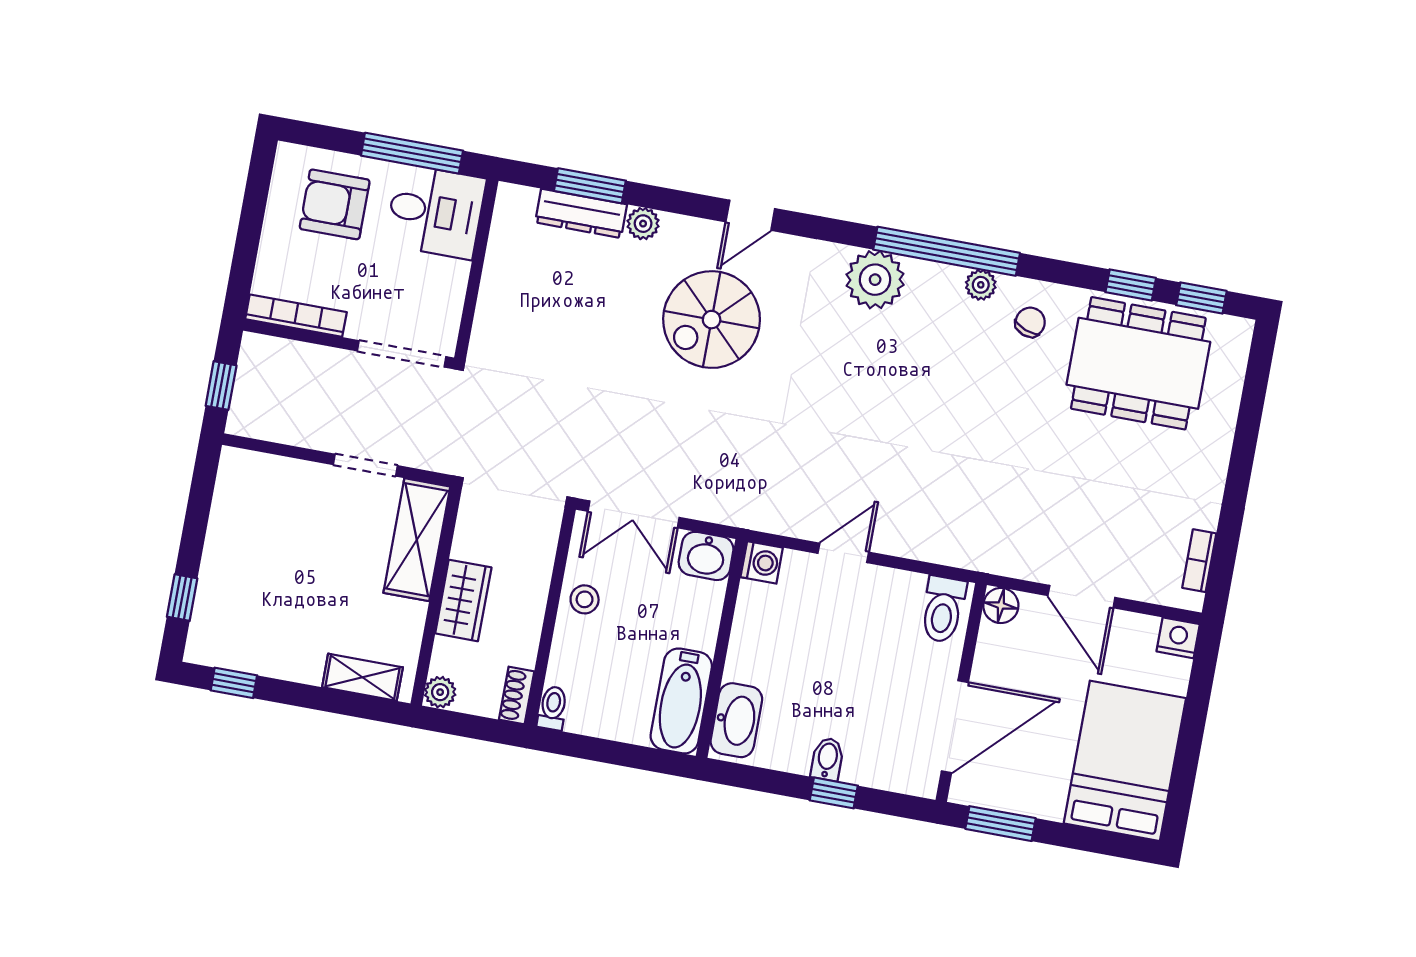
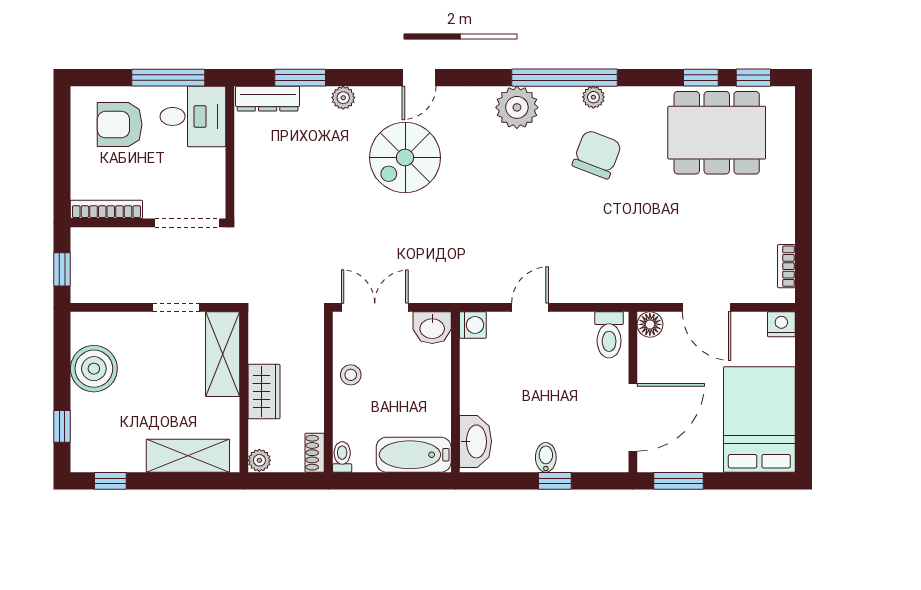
dresser: (581, 213) -> (268, 99), moved
chair: (1030, 322) -> (597, 154), moved, width x1.87, depth x1.87
double door: (634, 514) -> (375, 307), swing flipped
boiler: (239, 527) -> (94, 369), added
shelving: (362, 677) -> (188, 456), width x1.50, depth x1.33
bathtub: (681, 701) -> (414, 455), moved, turned 90

